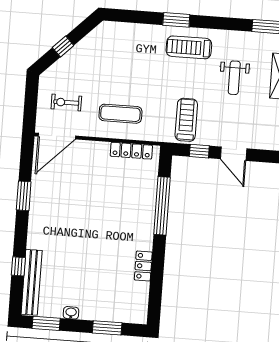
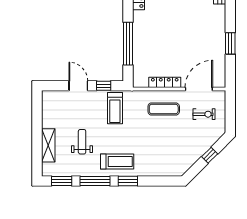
window: (221, 23) -> (95, 181), added
door: (57, 136) -> (199, 89), moved
locker: (131, 151) -> (165, 82), moved

